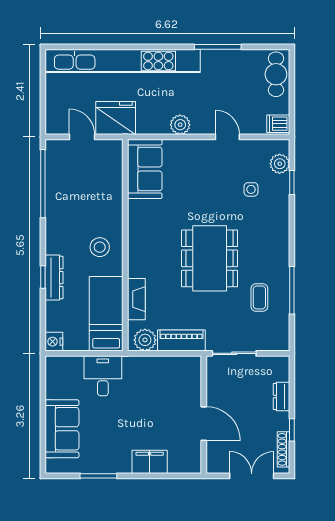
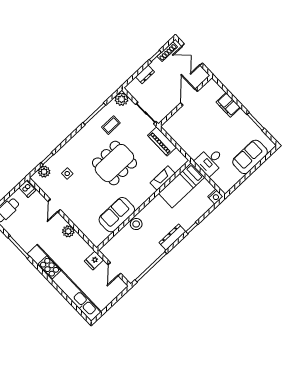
fridge: (116, 118) -> (94, 261), width x0.53, depth x0.75
sofa: (145, 169) -> (117, 215), moved
stool: (100, 247) -> (136, 224), moved
dresser: (54, 278) -> (172, 237), moved
plant: (145, 340) -> (122, 99), moved

